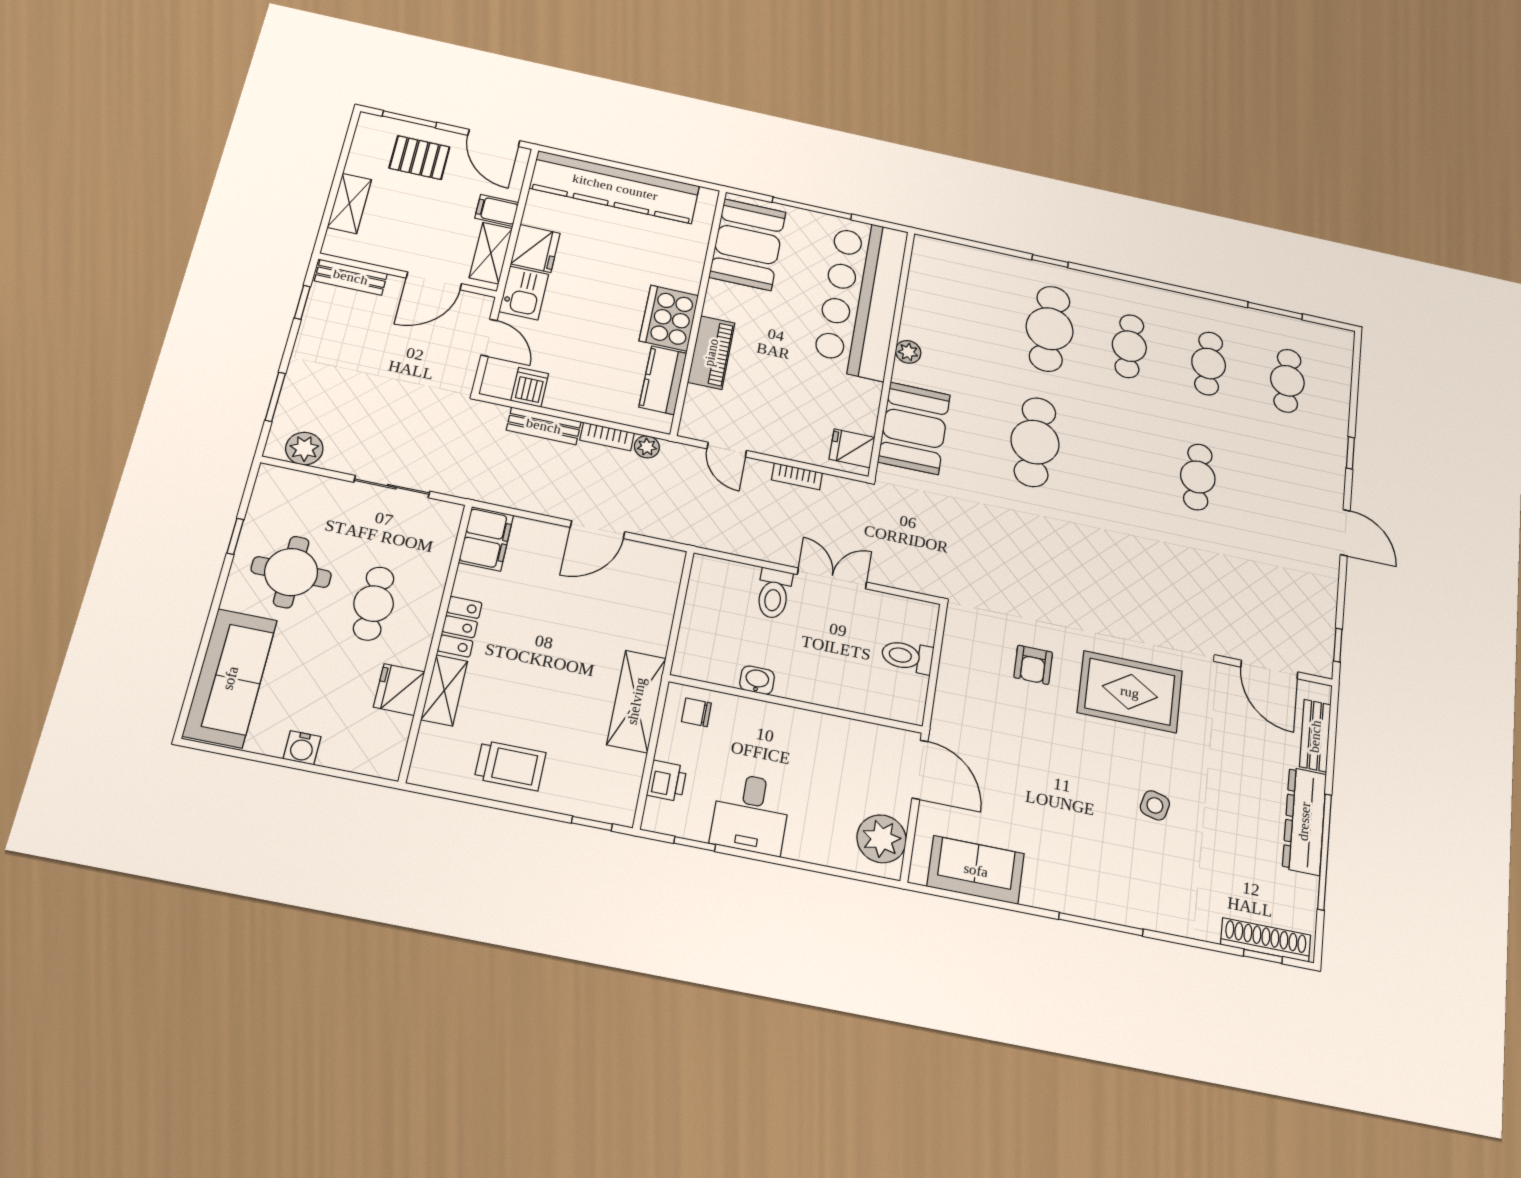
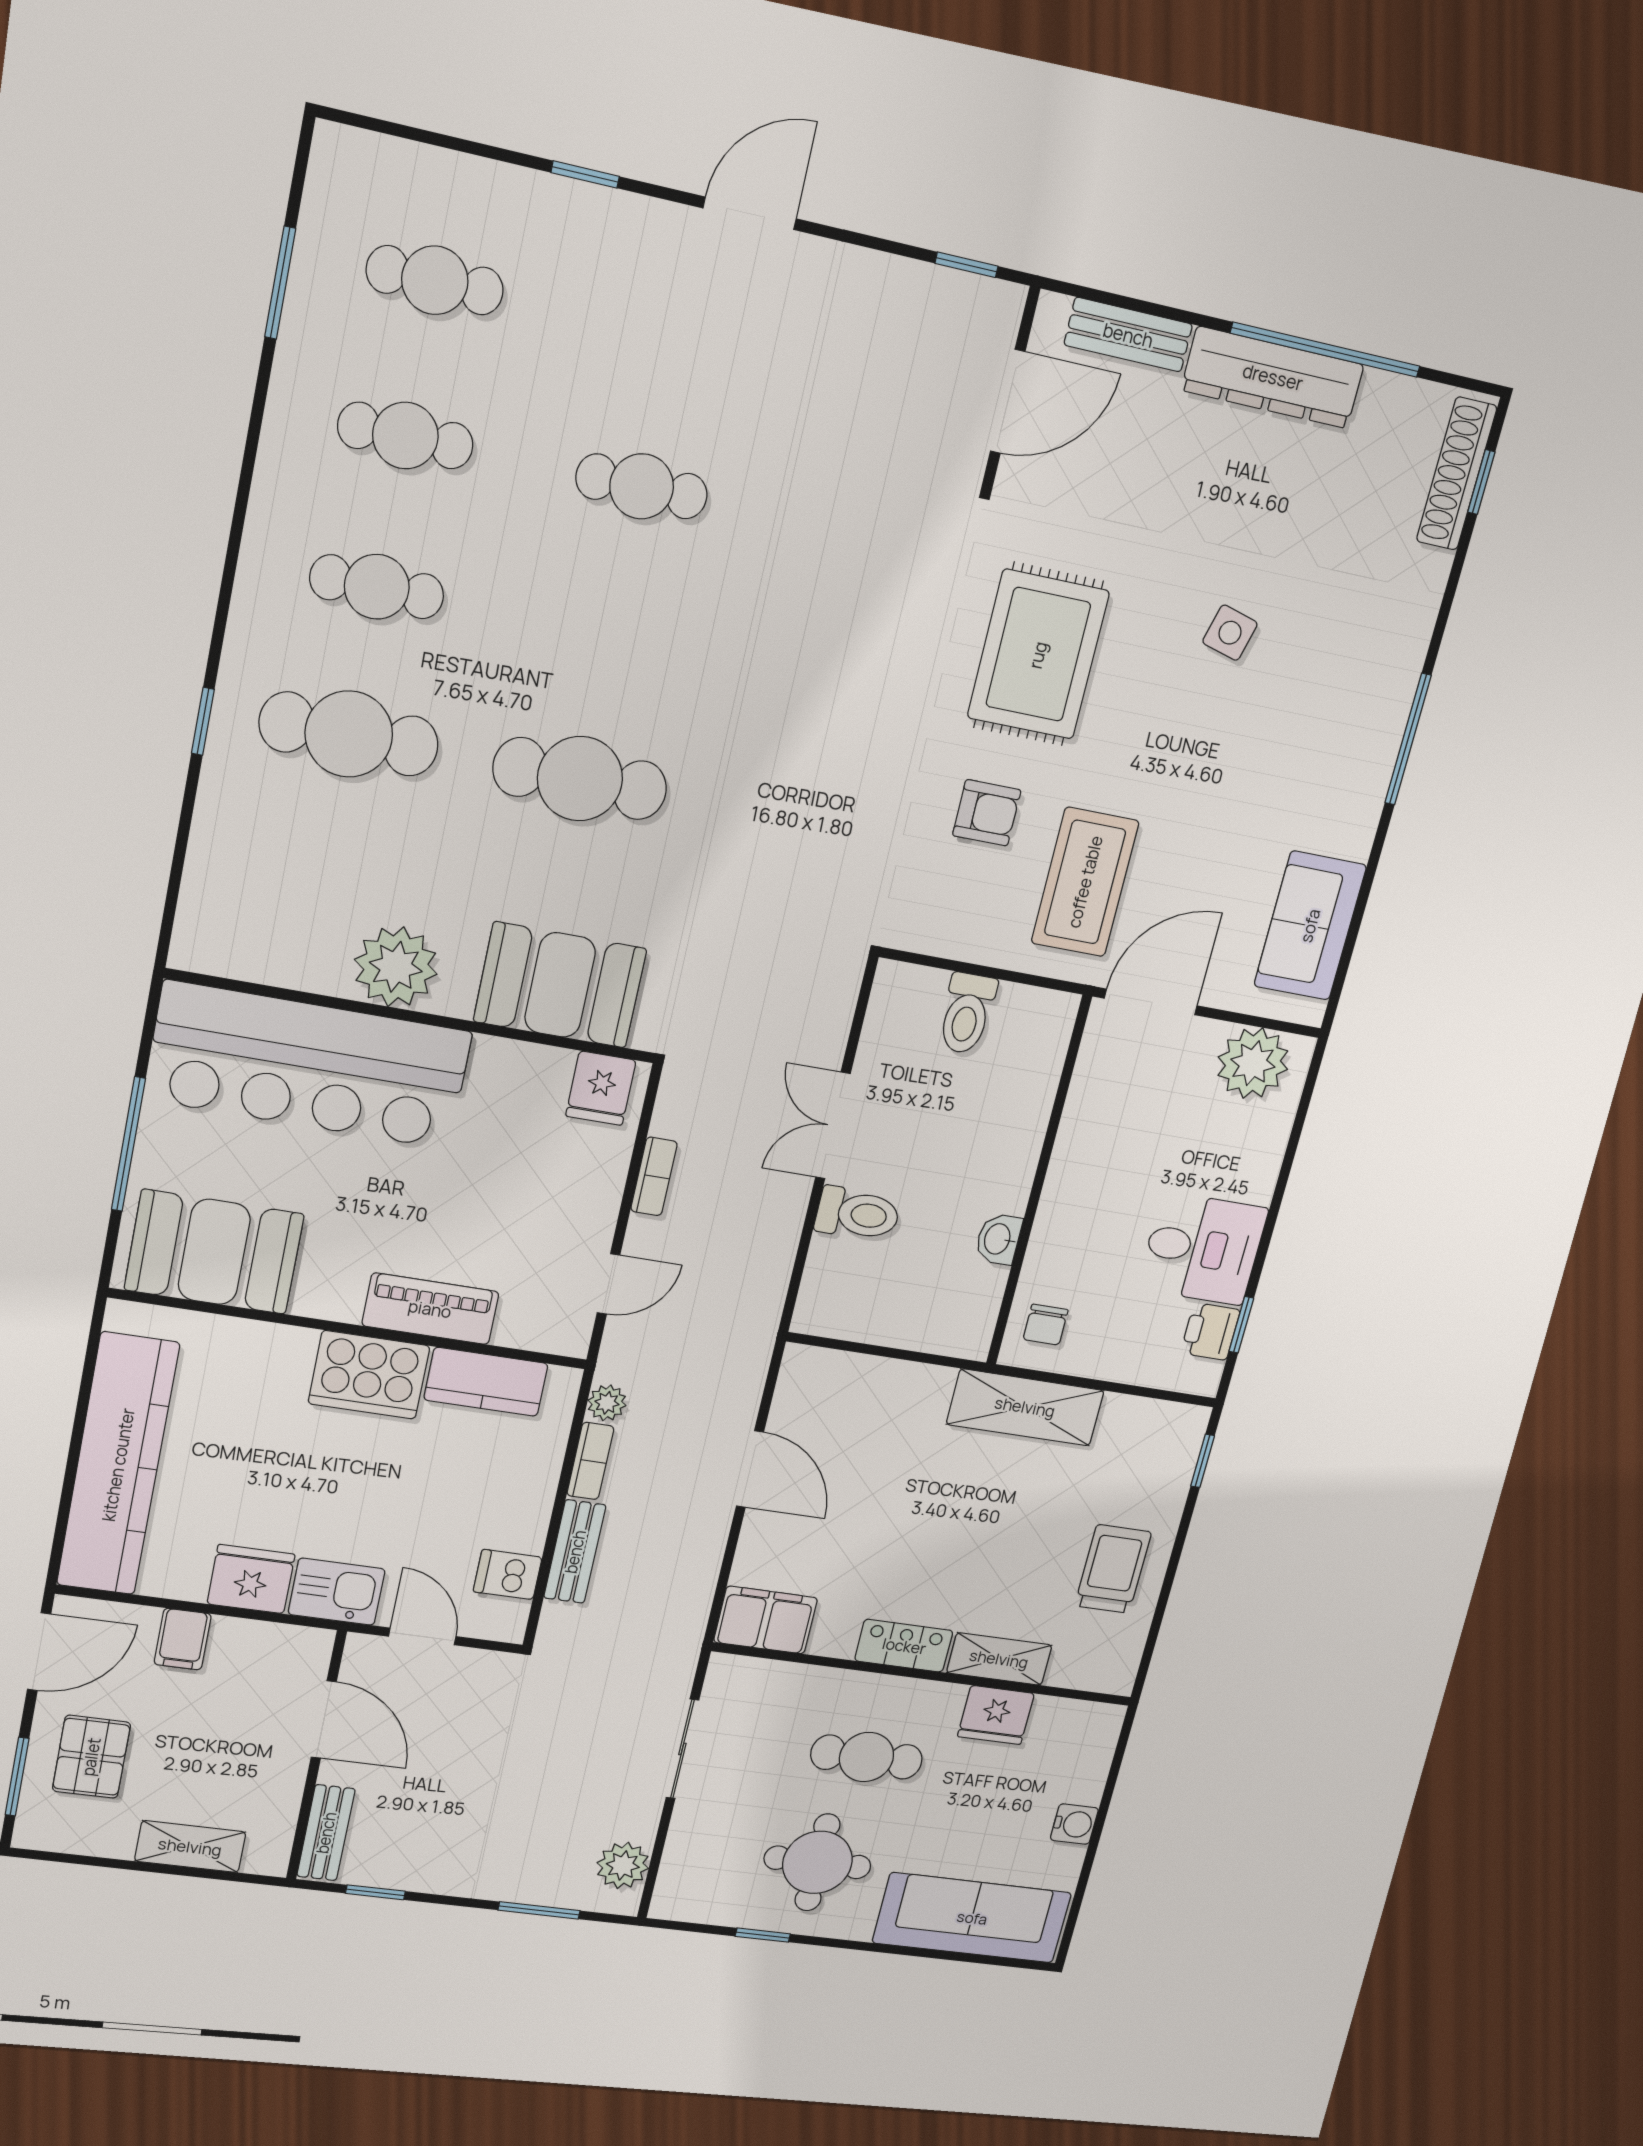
shelving: (491, 253) -> (265, 1643), removed
door: (489, 338) -> (422, 1636), hinge flipped
plant: (908, 352) -> (396, 967), width x1.88, depth x1.88
coffee table: (995, 725) -> (1085, 882), added
printer: (667, 781) -> (1210, 1331), moved, turned -90

